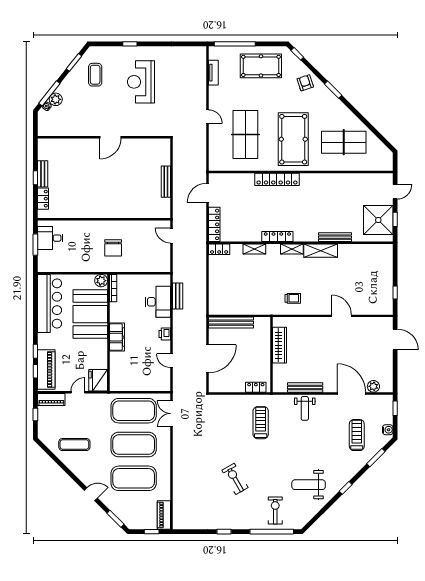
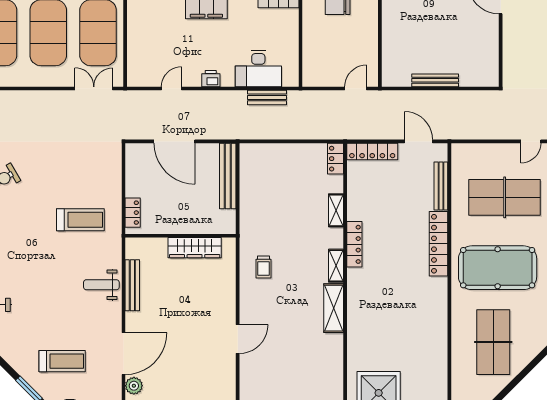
bench: (335, 237) -> (441, 186), moved

